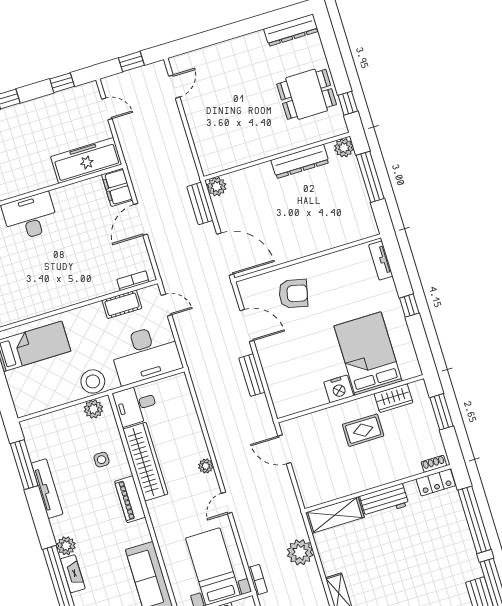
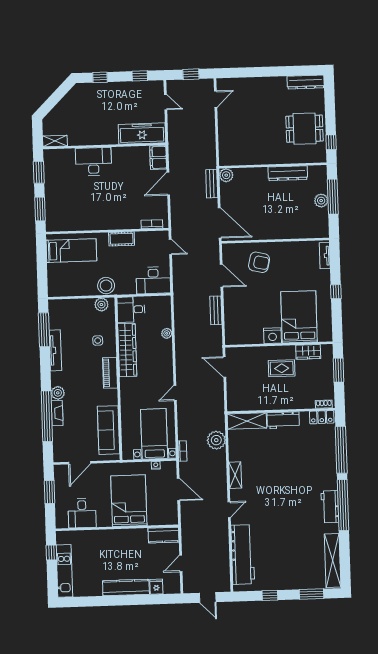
plant: (344, 148) -> (321, 201), moved
cot: (122, 304) -> (122, 239), moved
desk: (146, 354) -> (153, 280), width x0.73, depth x0.77
plant: (206, 466) -> (167, 333), moved

